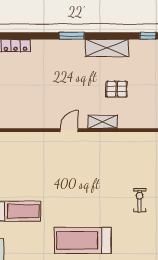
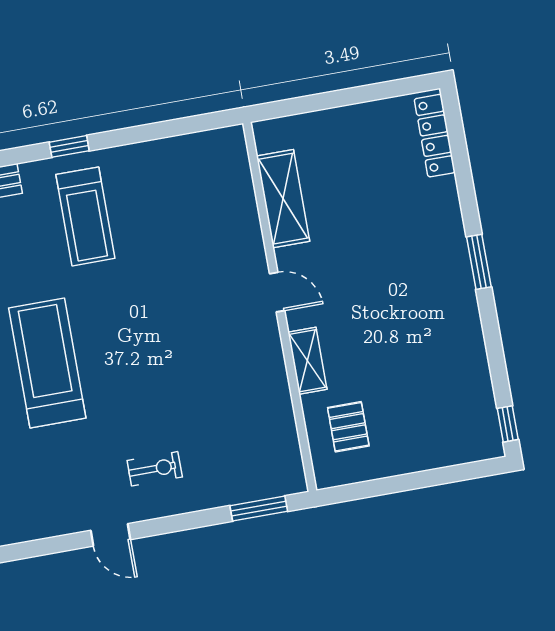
shelving: (107, 48) -> (283, 199), moved
pallet: (117, 89) -> (348, 427), moved

